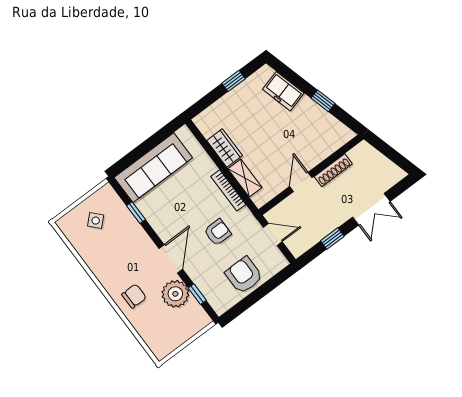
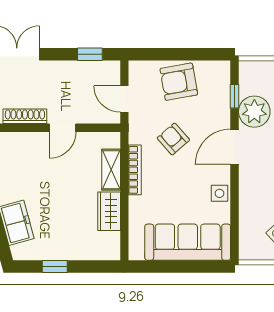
window: (136, 213) -> (234, 213), removed
side table: (157, 218) -> (220, 193), added
armchair: (217, 232) -> (173, 139), turned 49
window: (332, 239) -> (90, 54), moved
armchair: (244, 275) -> (179, 82), turned 80

